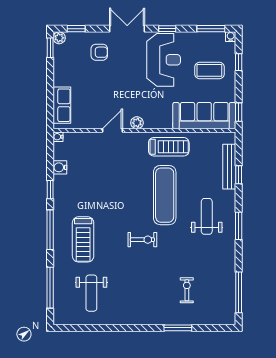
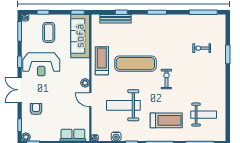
reception desk: (164, 60) -> (41, 64), turned 180
weight bench: (207, 216) -> (123, 105), moved, width x1.36, depth x1.33

